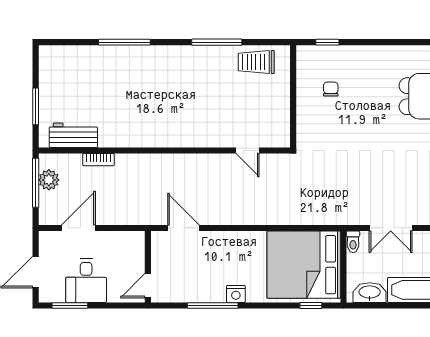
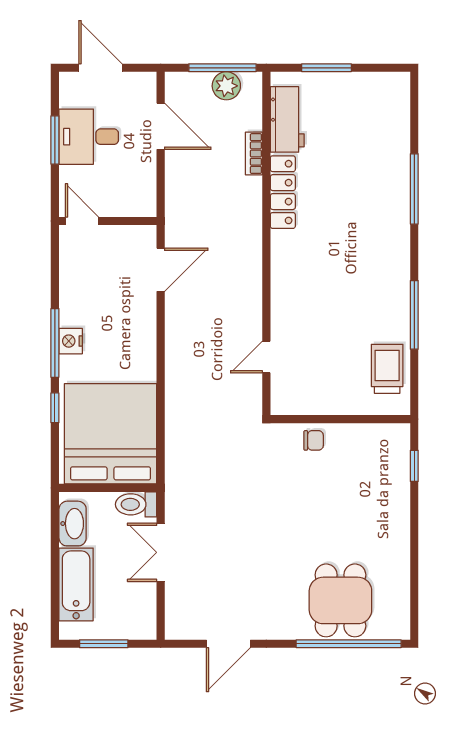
chair: (331, 89) -> (314, 440), moved
locker: (127, 138) -> (283, 192), added
toilet: (353, 242) -> (136, 504), width x1.37, depth x1.39
window: (70, 305) -> (55, 140), moved
window: (213, 305) -> (55, 343), moved
window: (311, 305) -> (55, 408), moved

